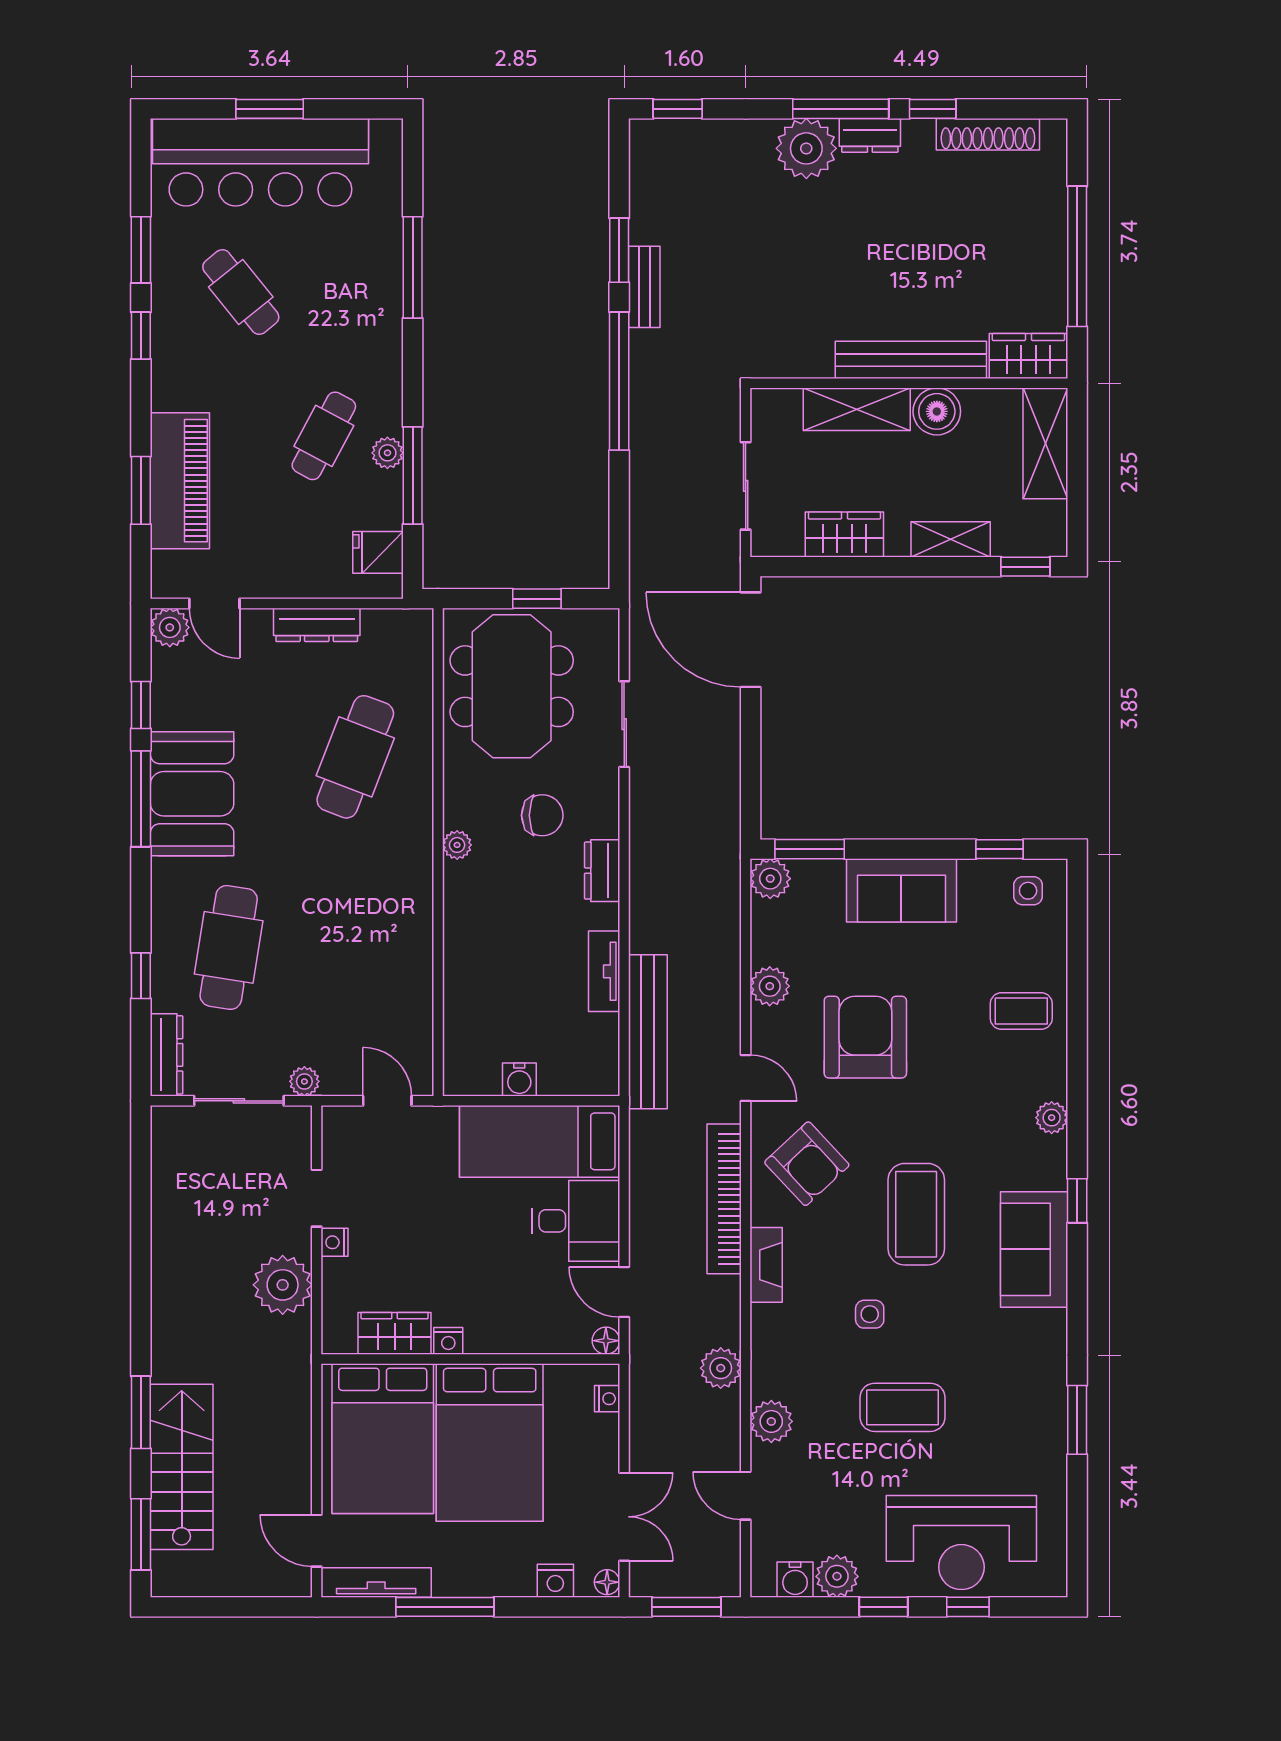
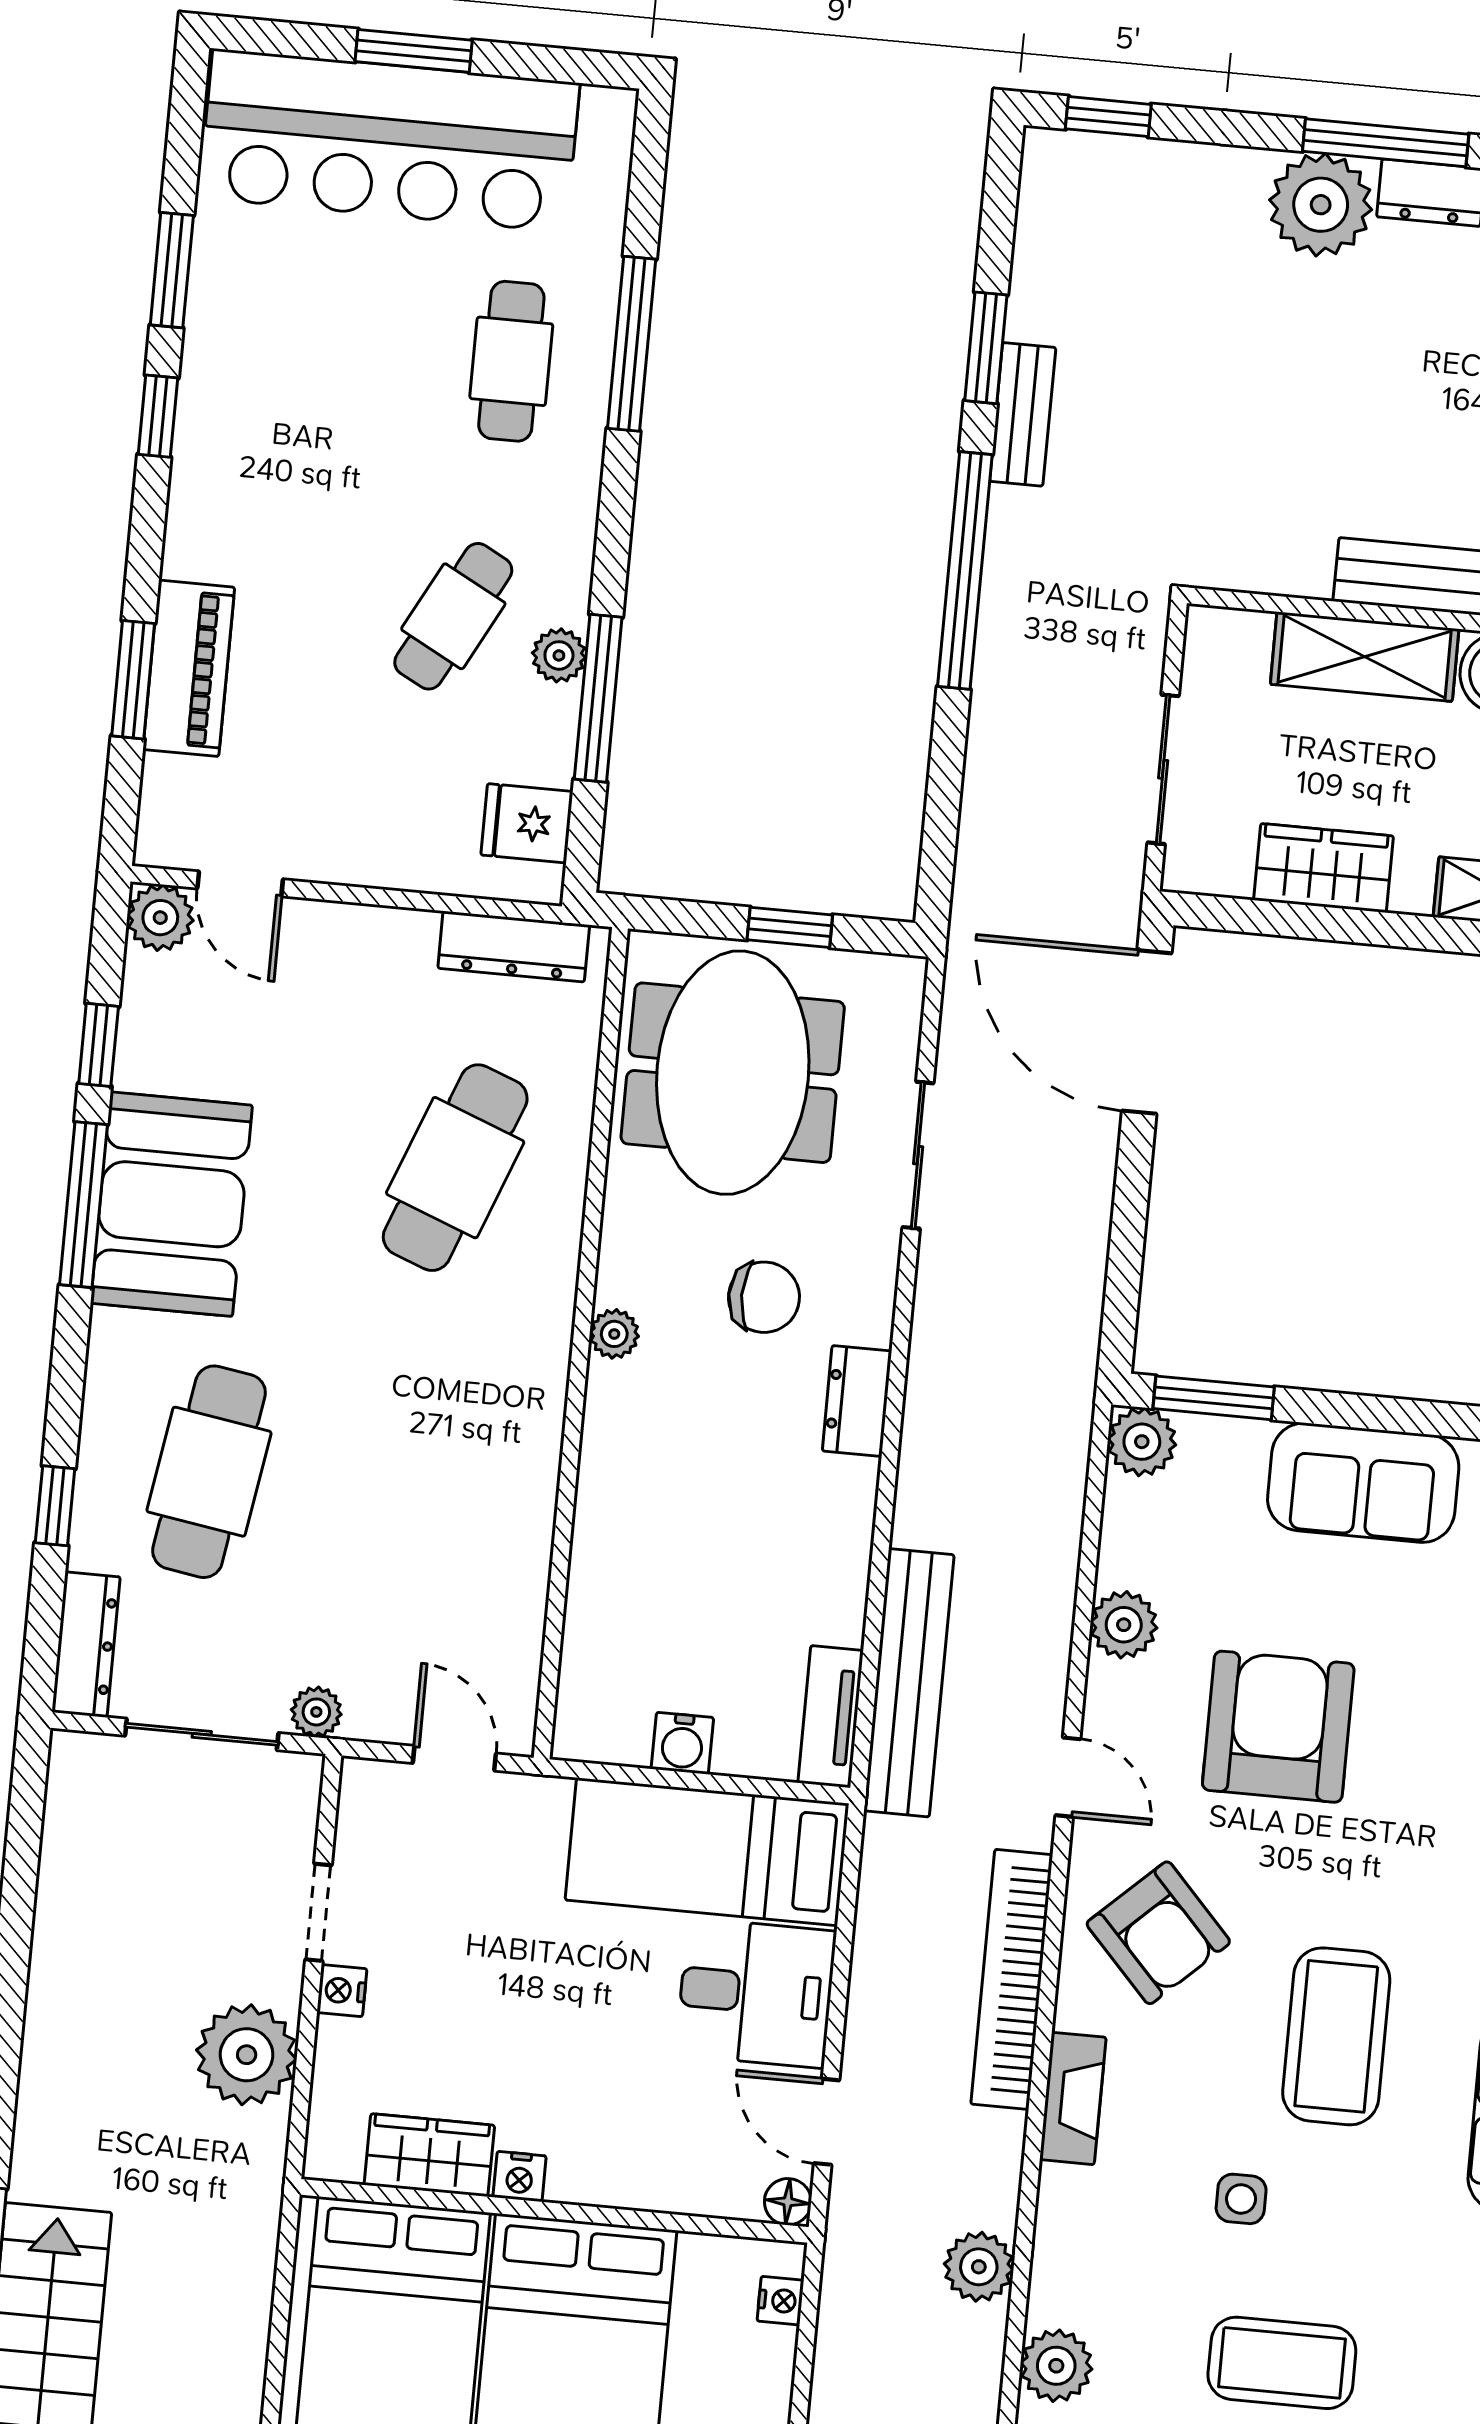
cafe table: (241, 292) -> (511, 361), moved, turned 39
piano: (180, 481) -> (189, 668), width x0.73, depth x0.75
dresser: (317, 625) -> (514, 947), moved
tv unit: (604, 971) -> (831, 1717), moved

